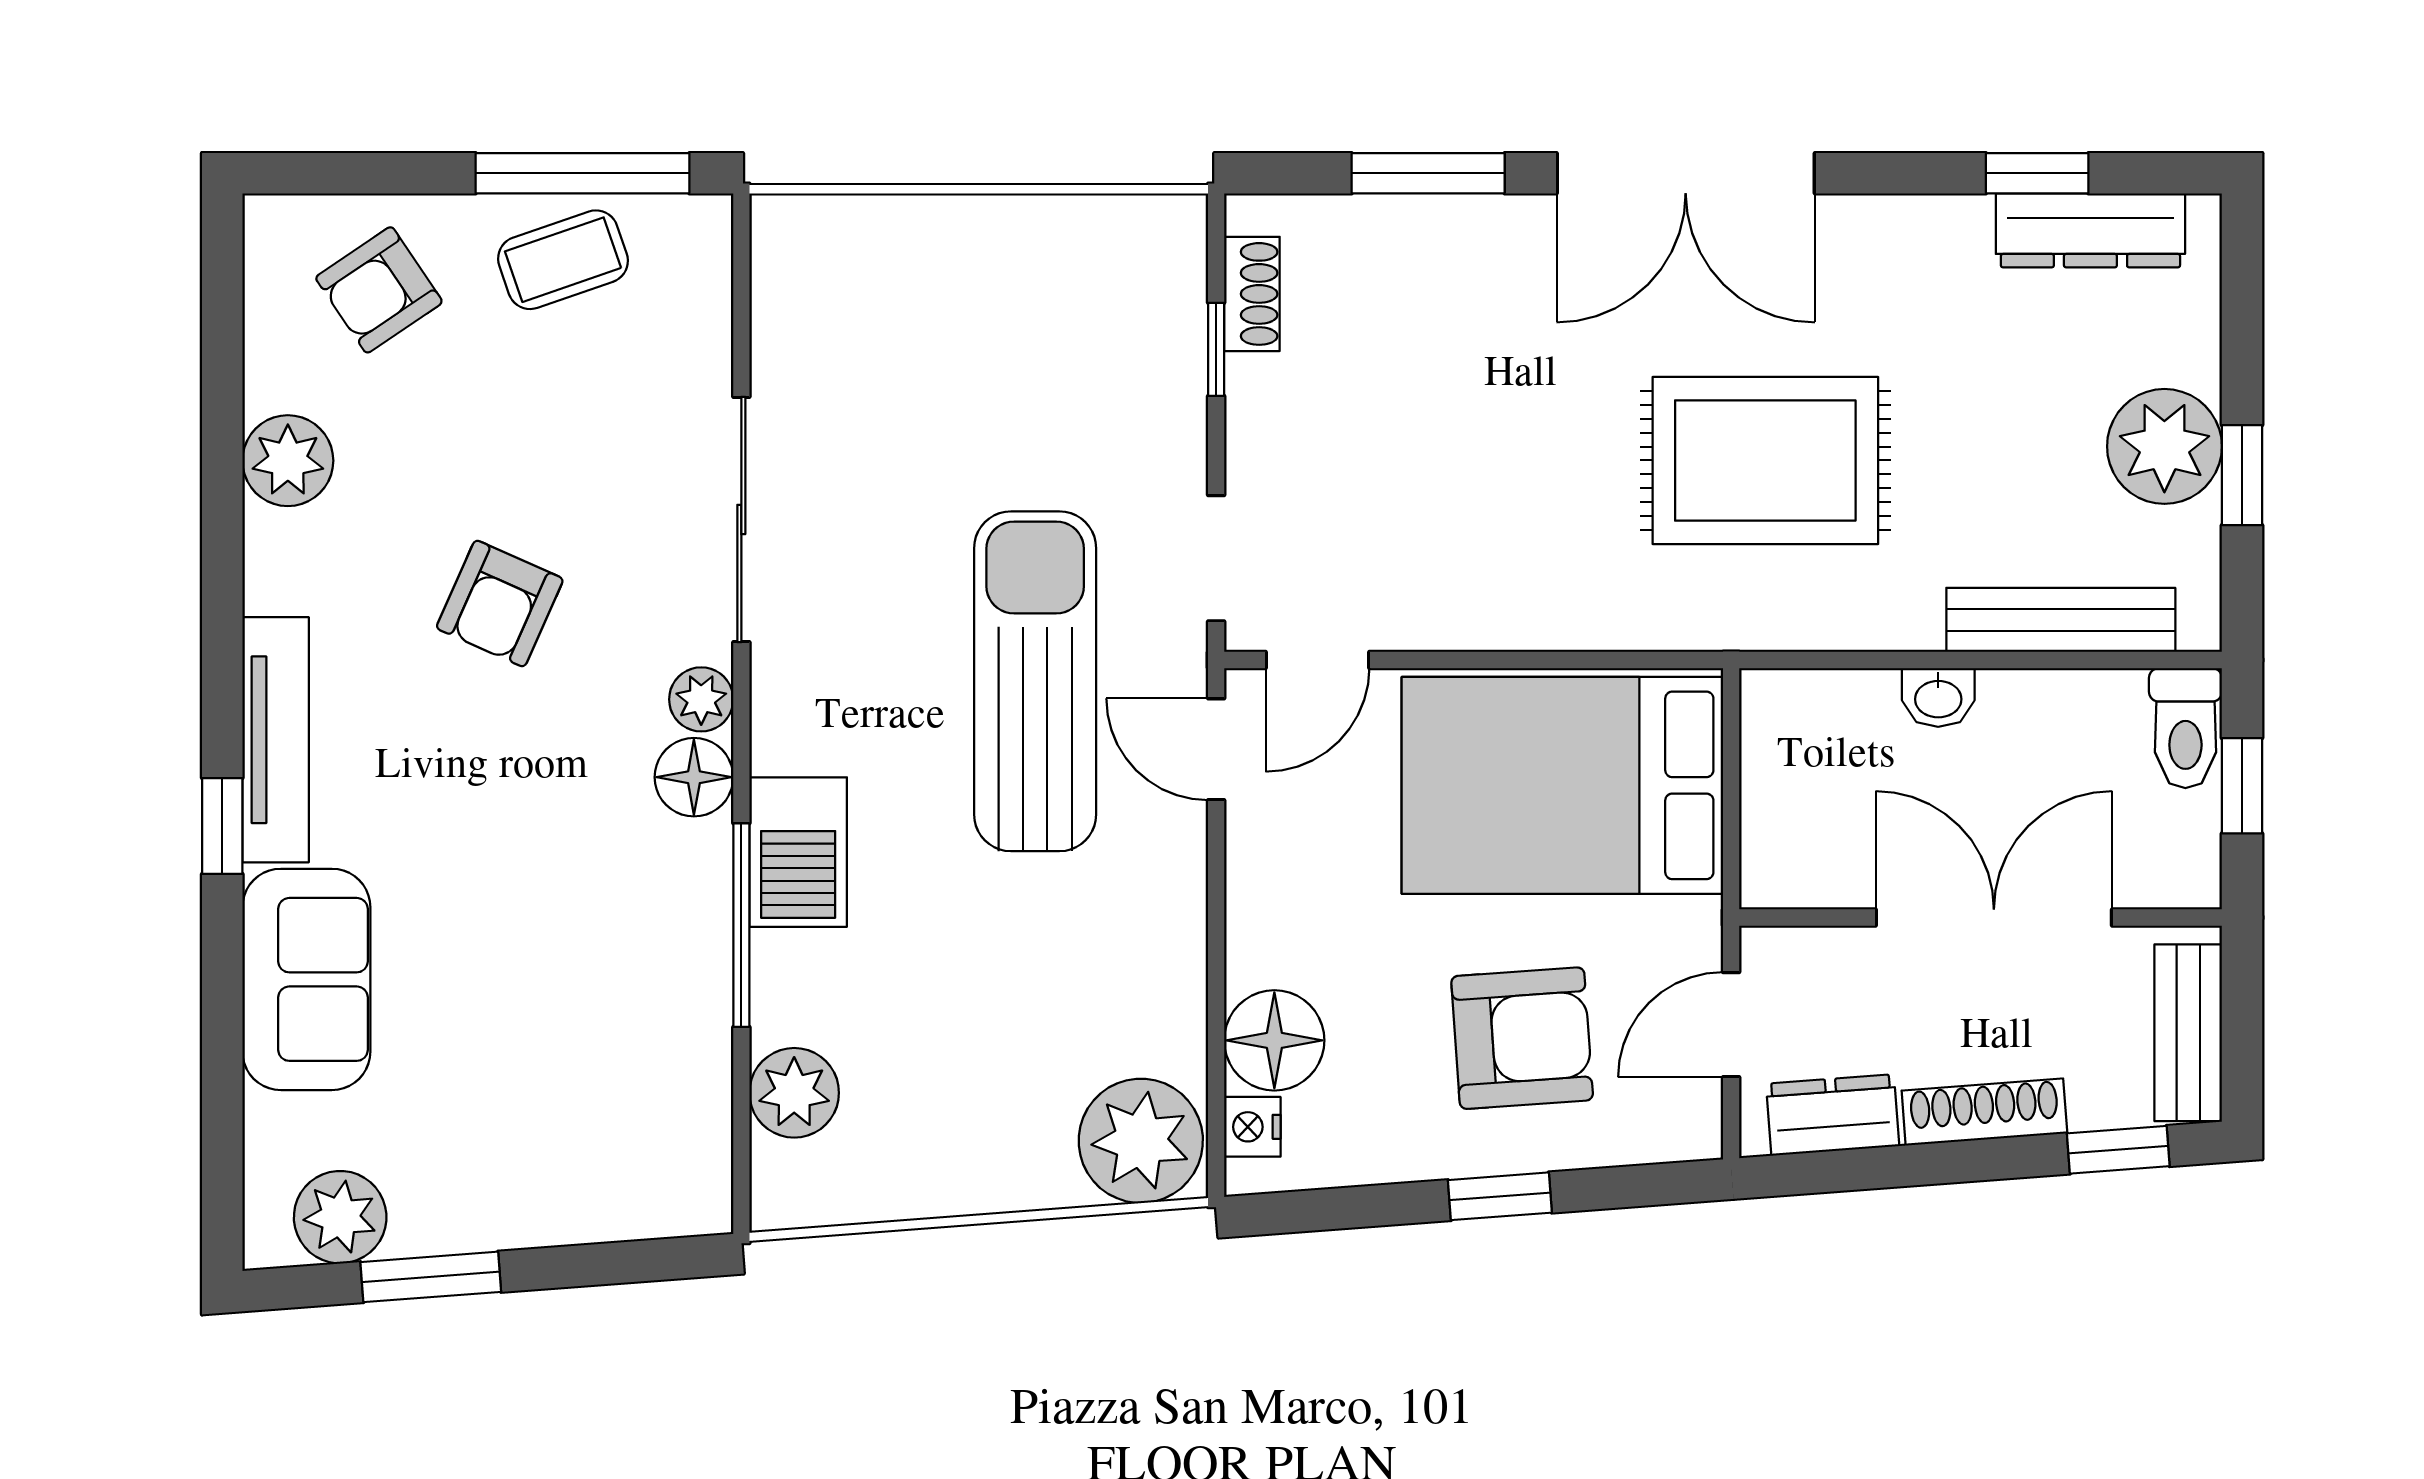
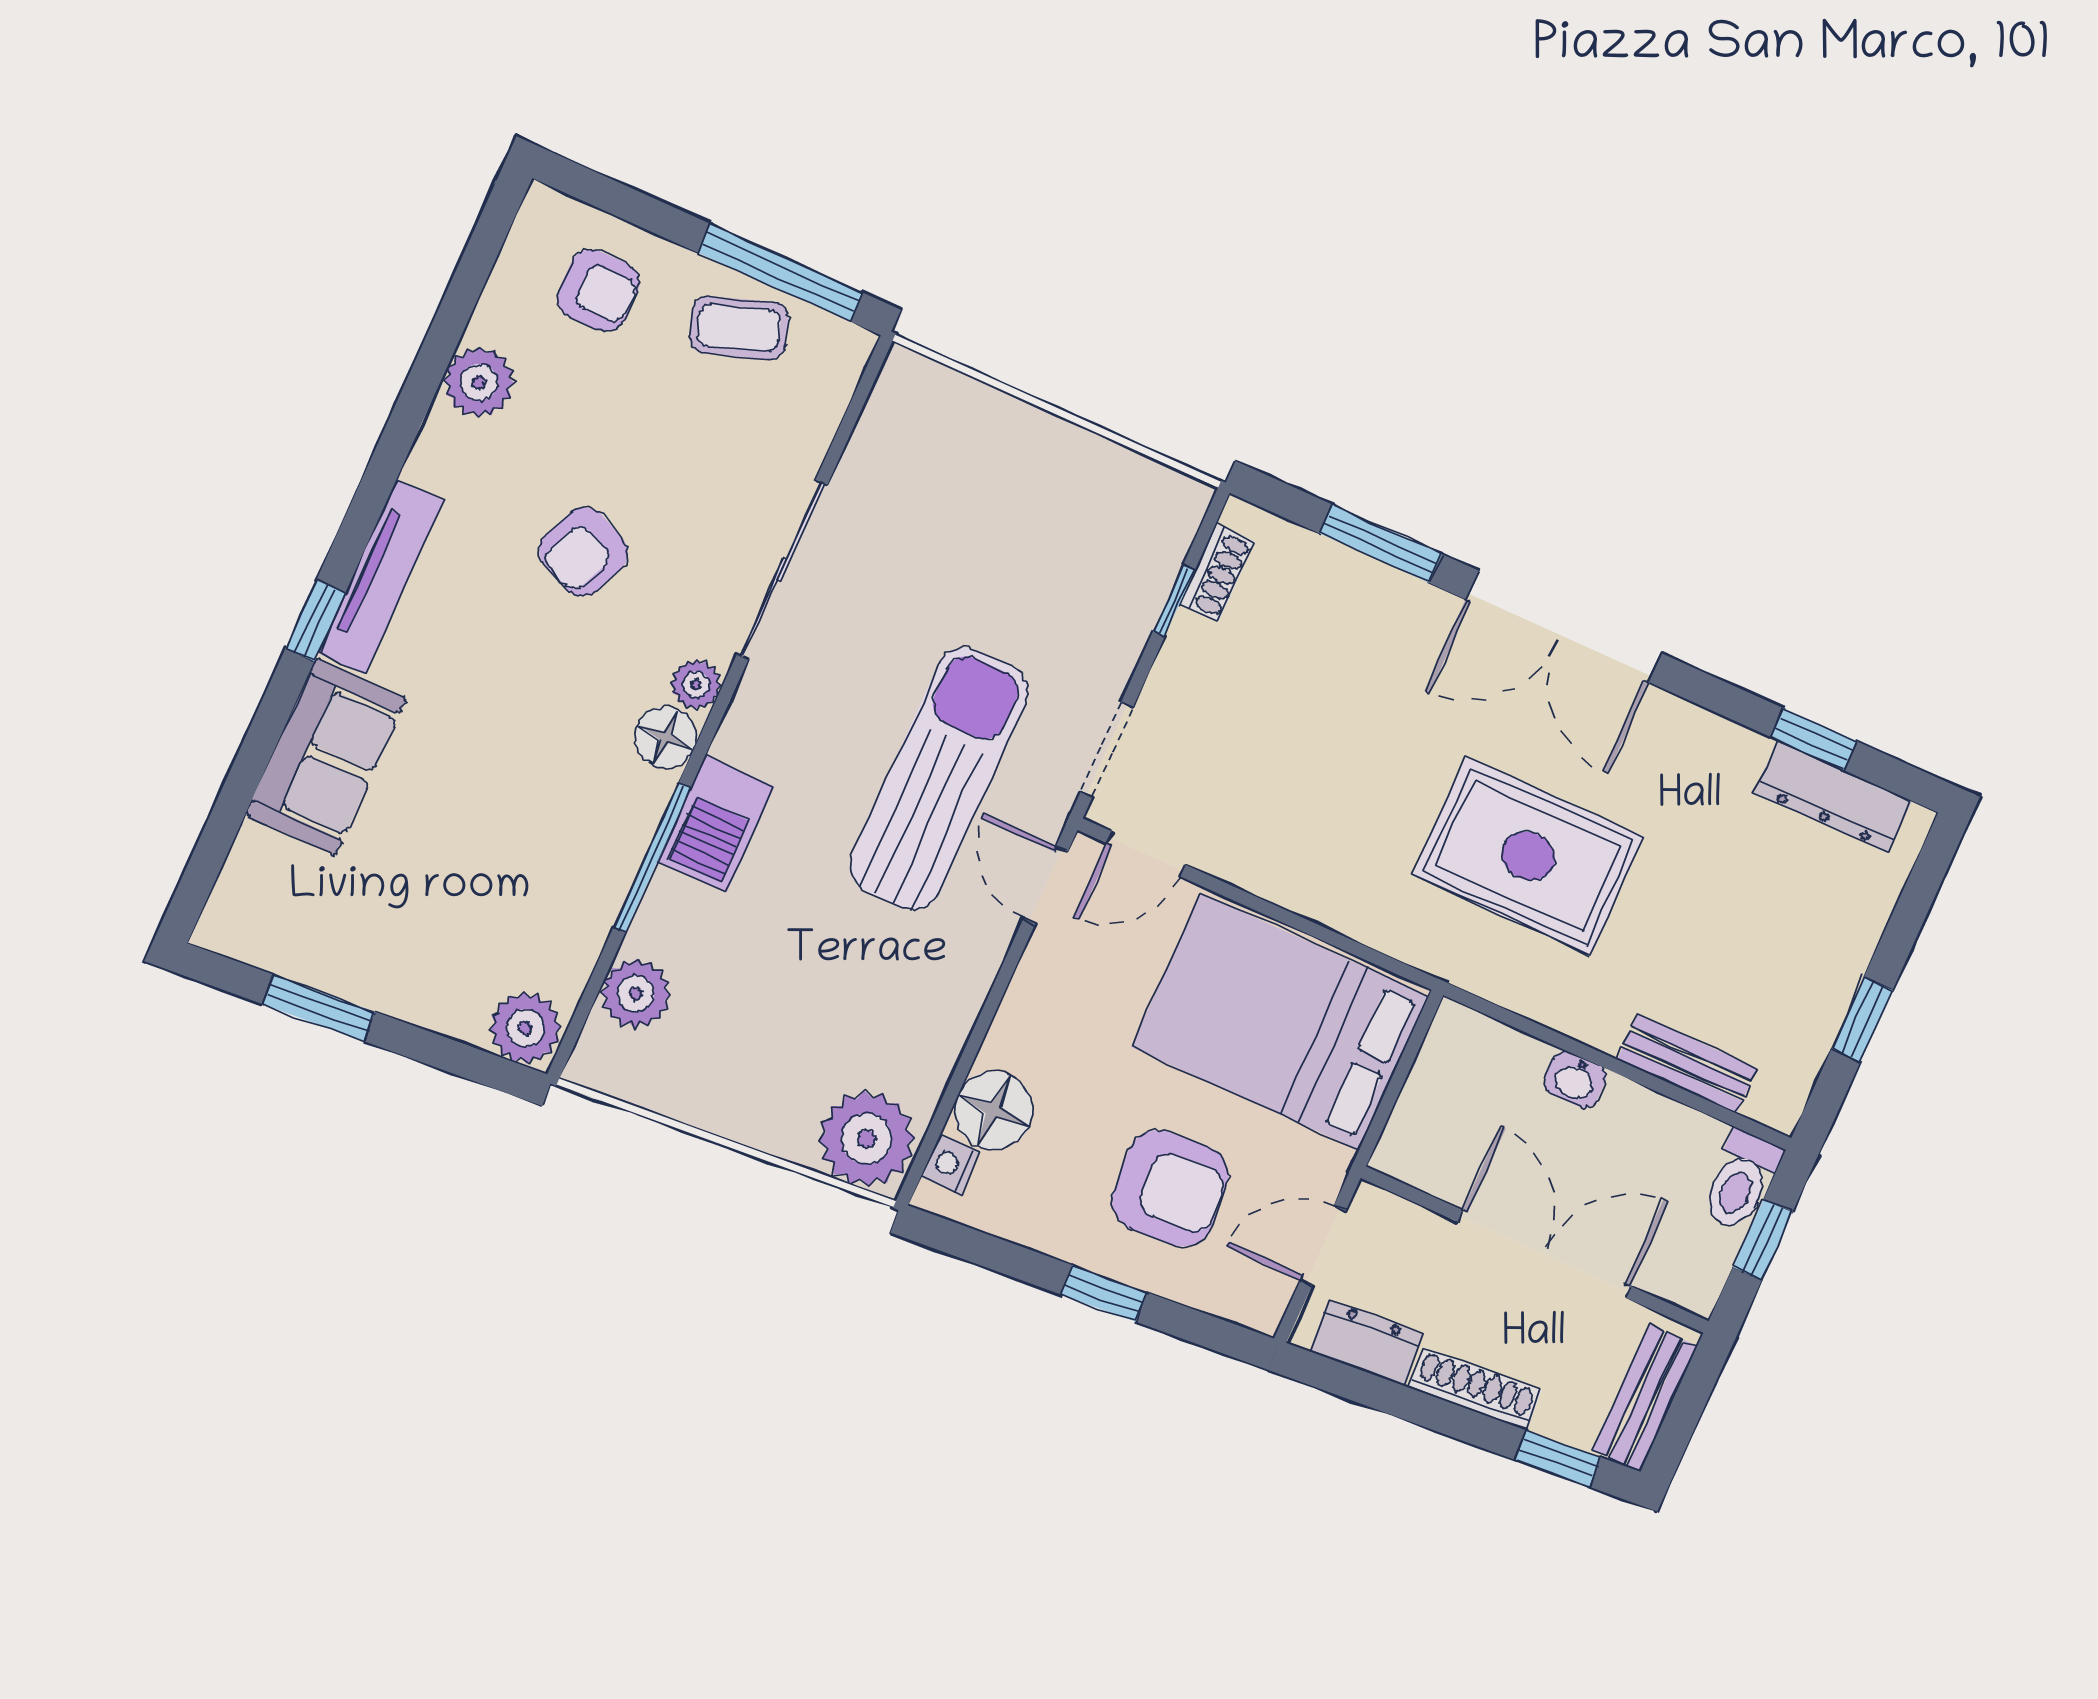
armchair: (379, 290) -> (598, 290), turned -146
plant: (2164, 446) -> (1816, 974), removed
bench: (2061, 620) -> (1687, 1064), width x0.73
plant: (340, 1217) -> (525, 1028), moved

